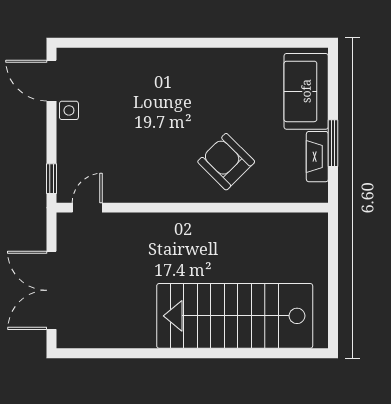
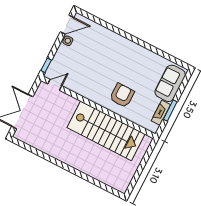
door: (52, 81) -> (67, 25), swing flipped
armchair: (226, 162) -> (122, 95), turned 45
stairs: (235, 316) -> (106, 131), moved, turned 180

